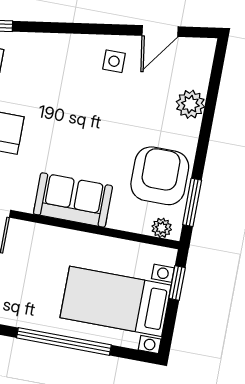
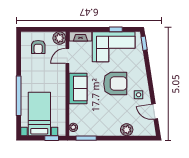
armchair: (160, 176) -> (115, 84), moved

